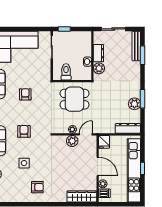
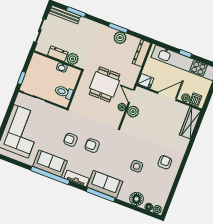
dining table: (75, 99) -> (105, 84), moved
armchair: (24, 131) -> (92, 146), moved

